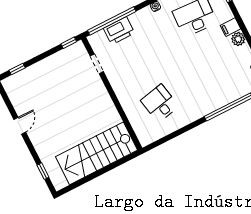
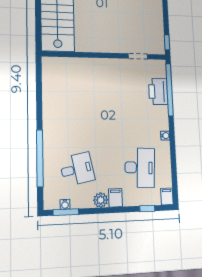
desk: (160, 103) -> (77, 169), moved

